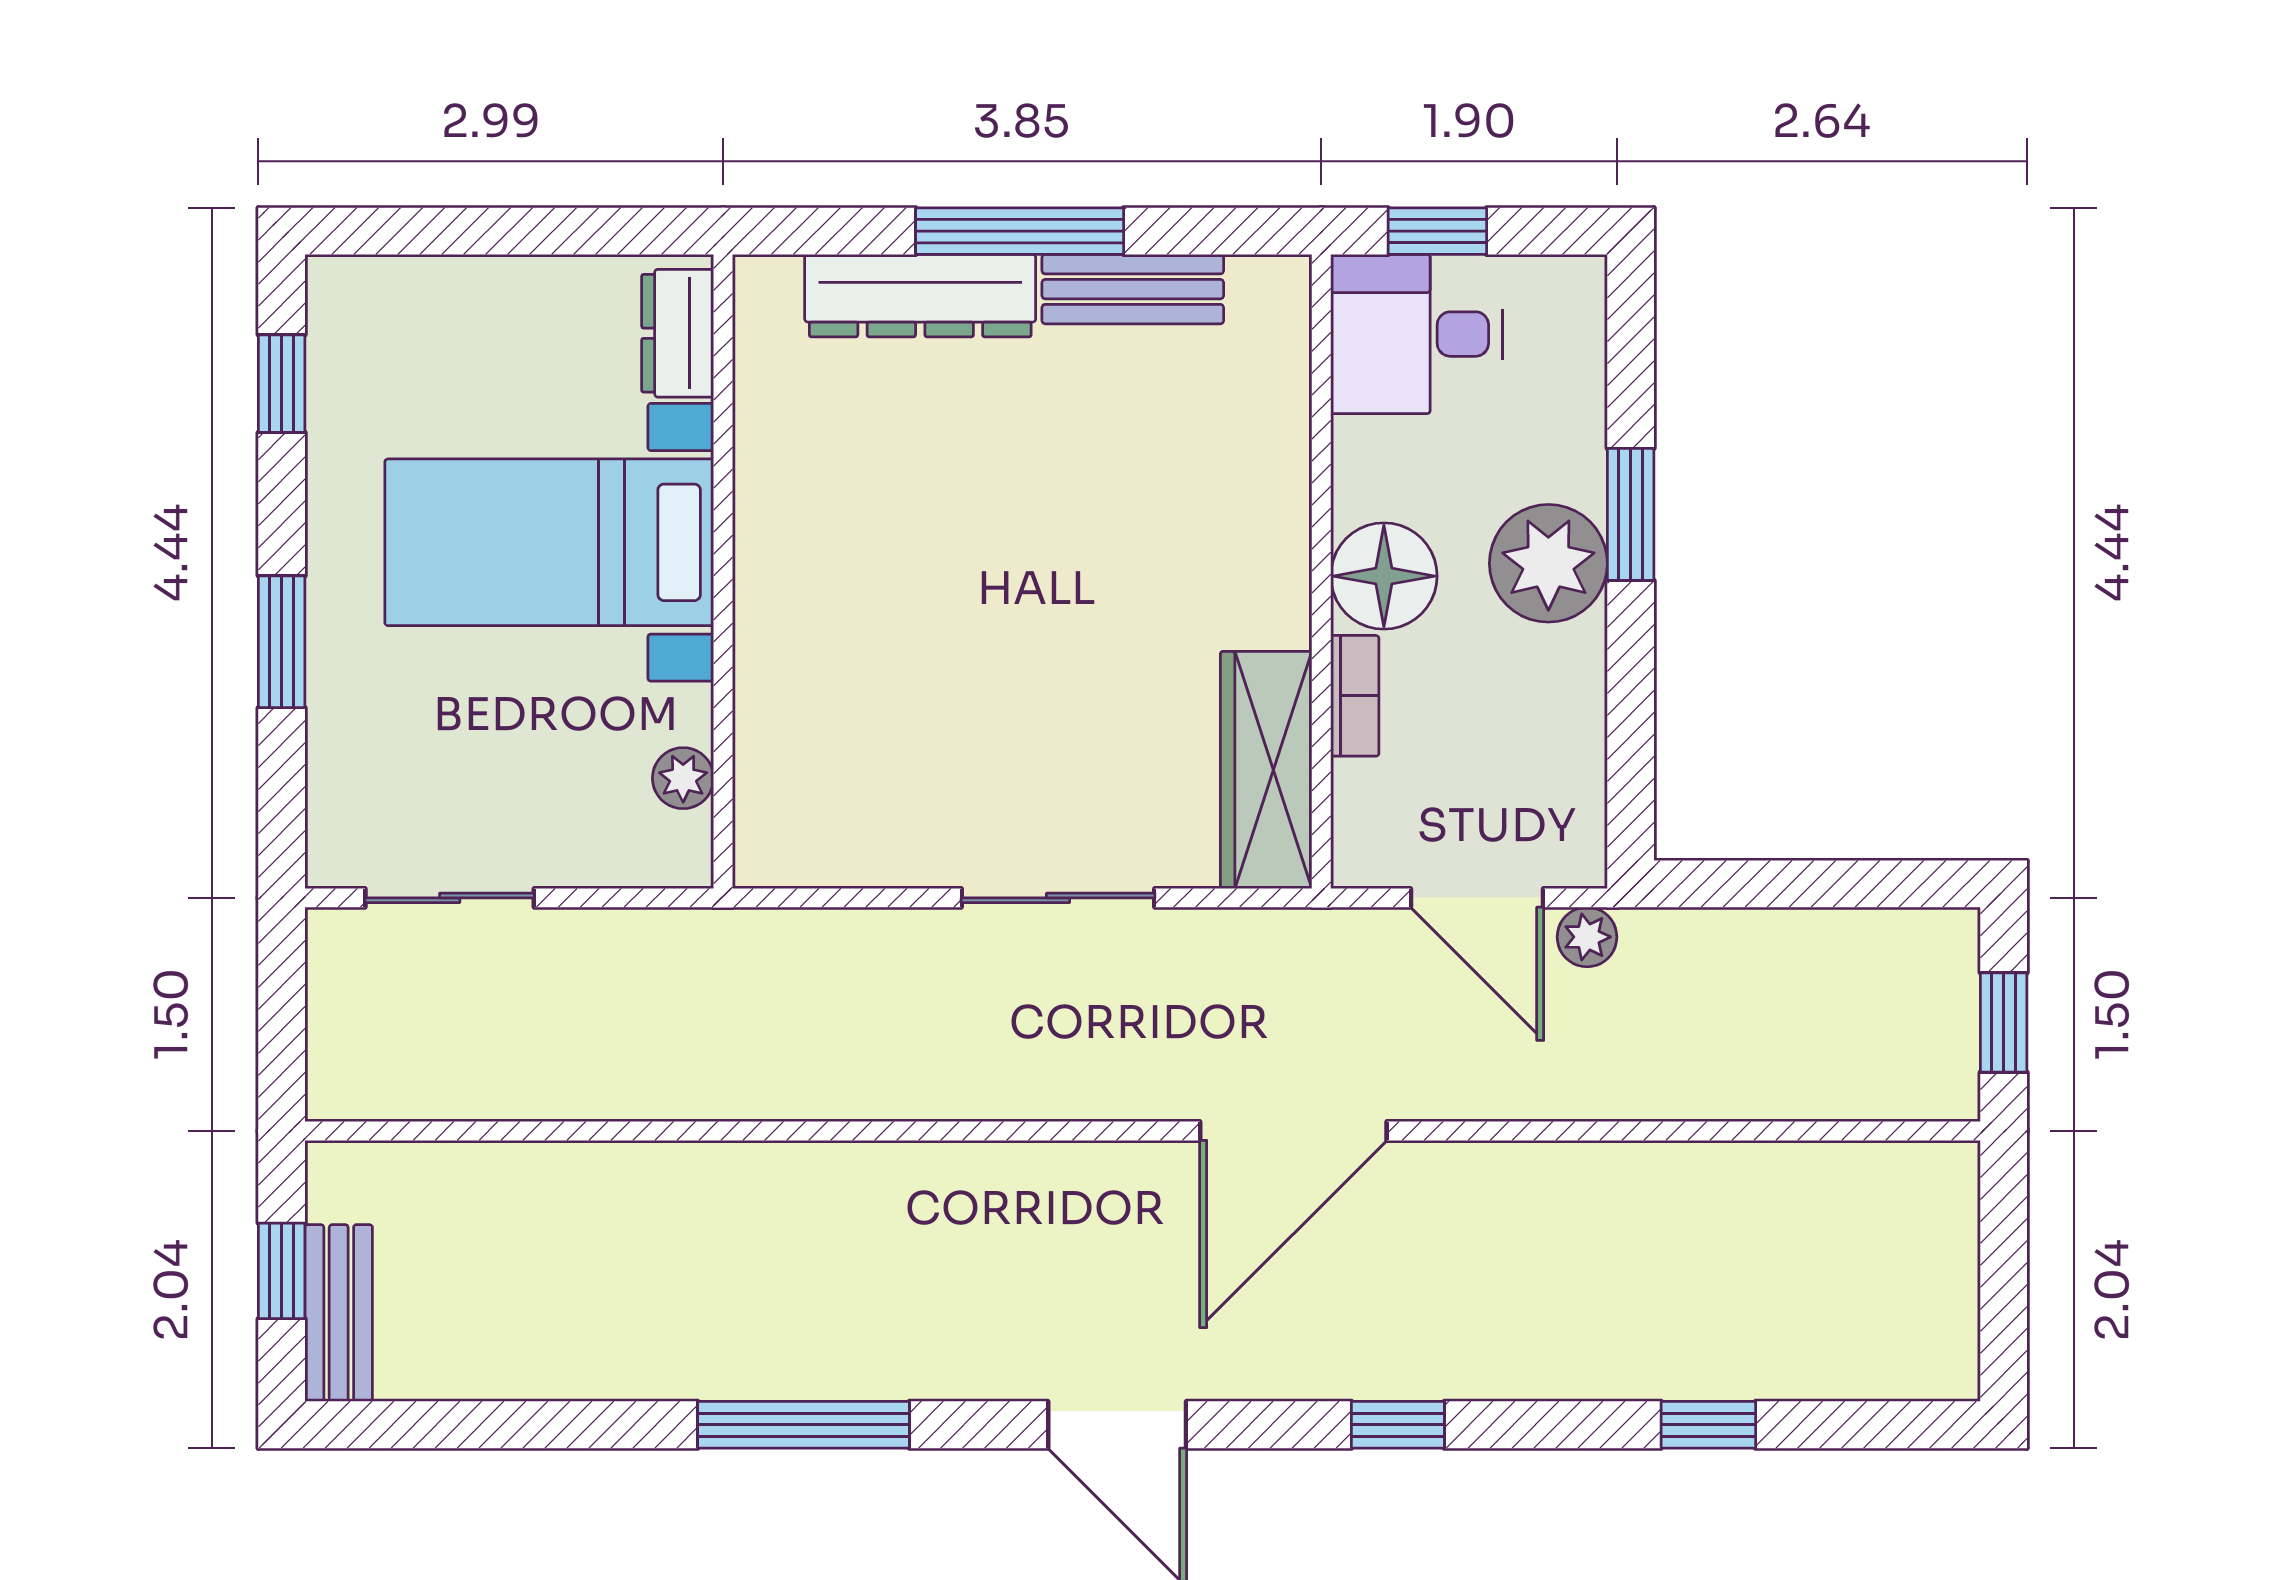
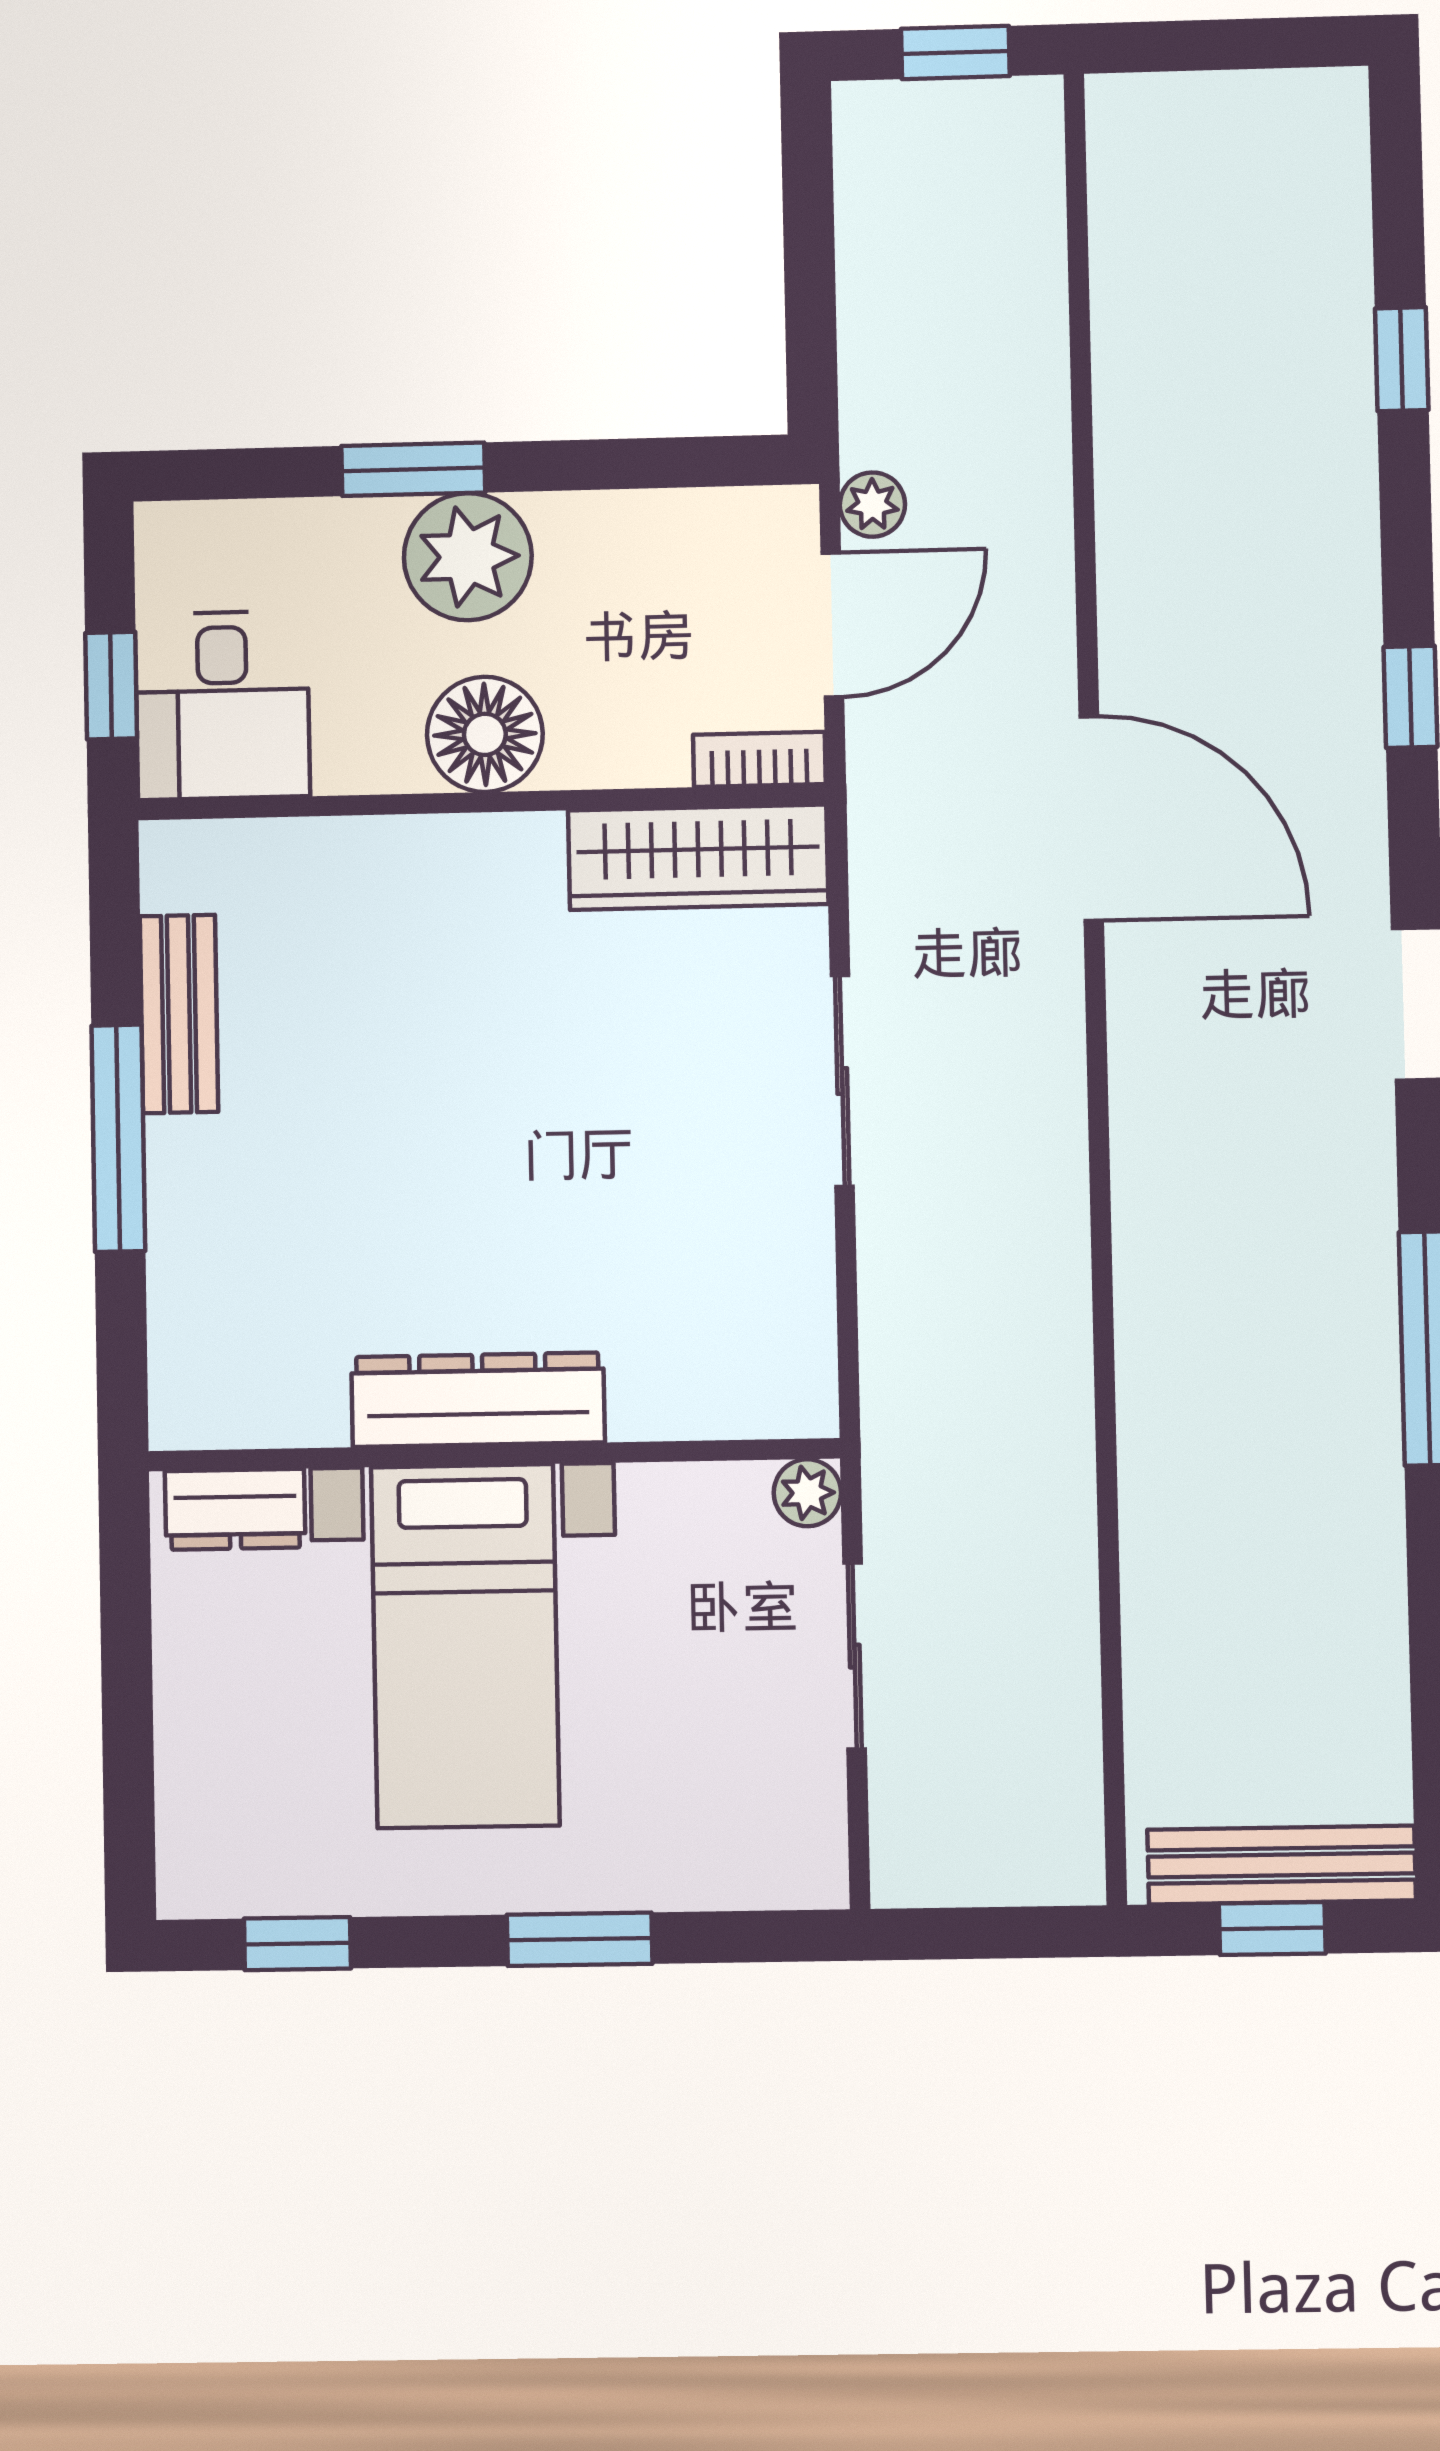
dresser: (920, 296) -> (478, 1400), moved, turned -90
bookcase: (1355, 696) -> (759, 759), moved
plant: (683, 778) -> (807, 1493), moved
sliding door: (450, 898) -> (855, 1656), moved
bench: (339, 1313) -> (1282, 1865), width x1.36

